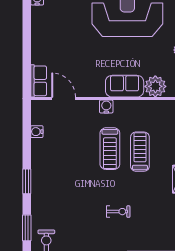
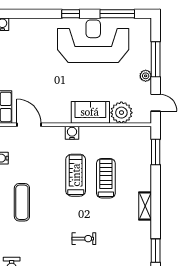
treadmill: (110, 149) -> (76, 175), turned 180
exercise mat: (57, 175) -> (22, 202), added

